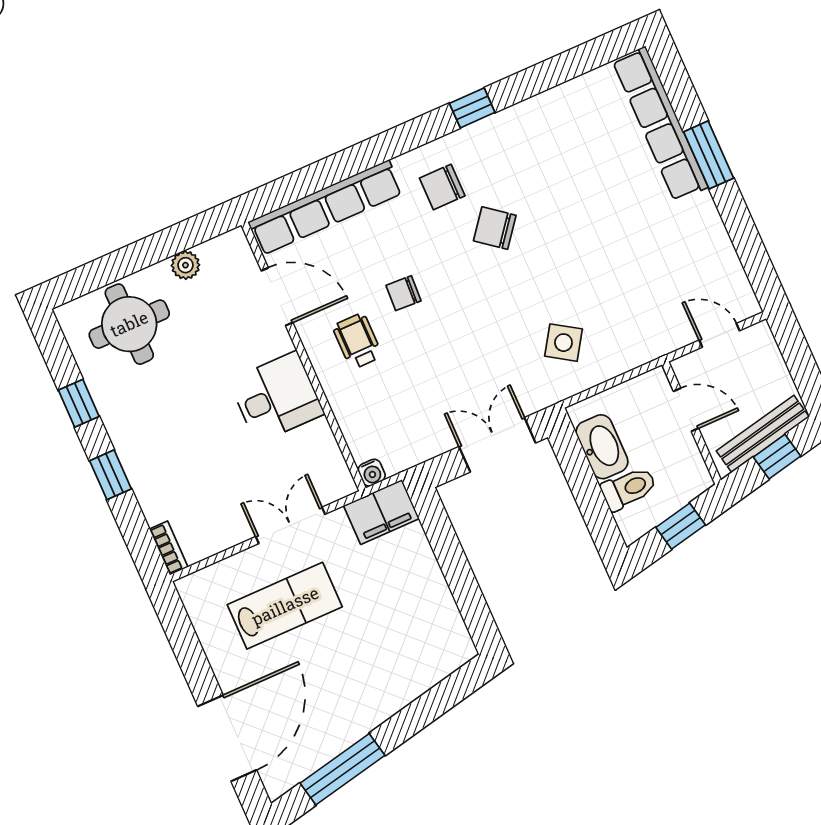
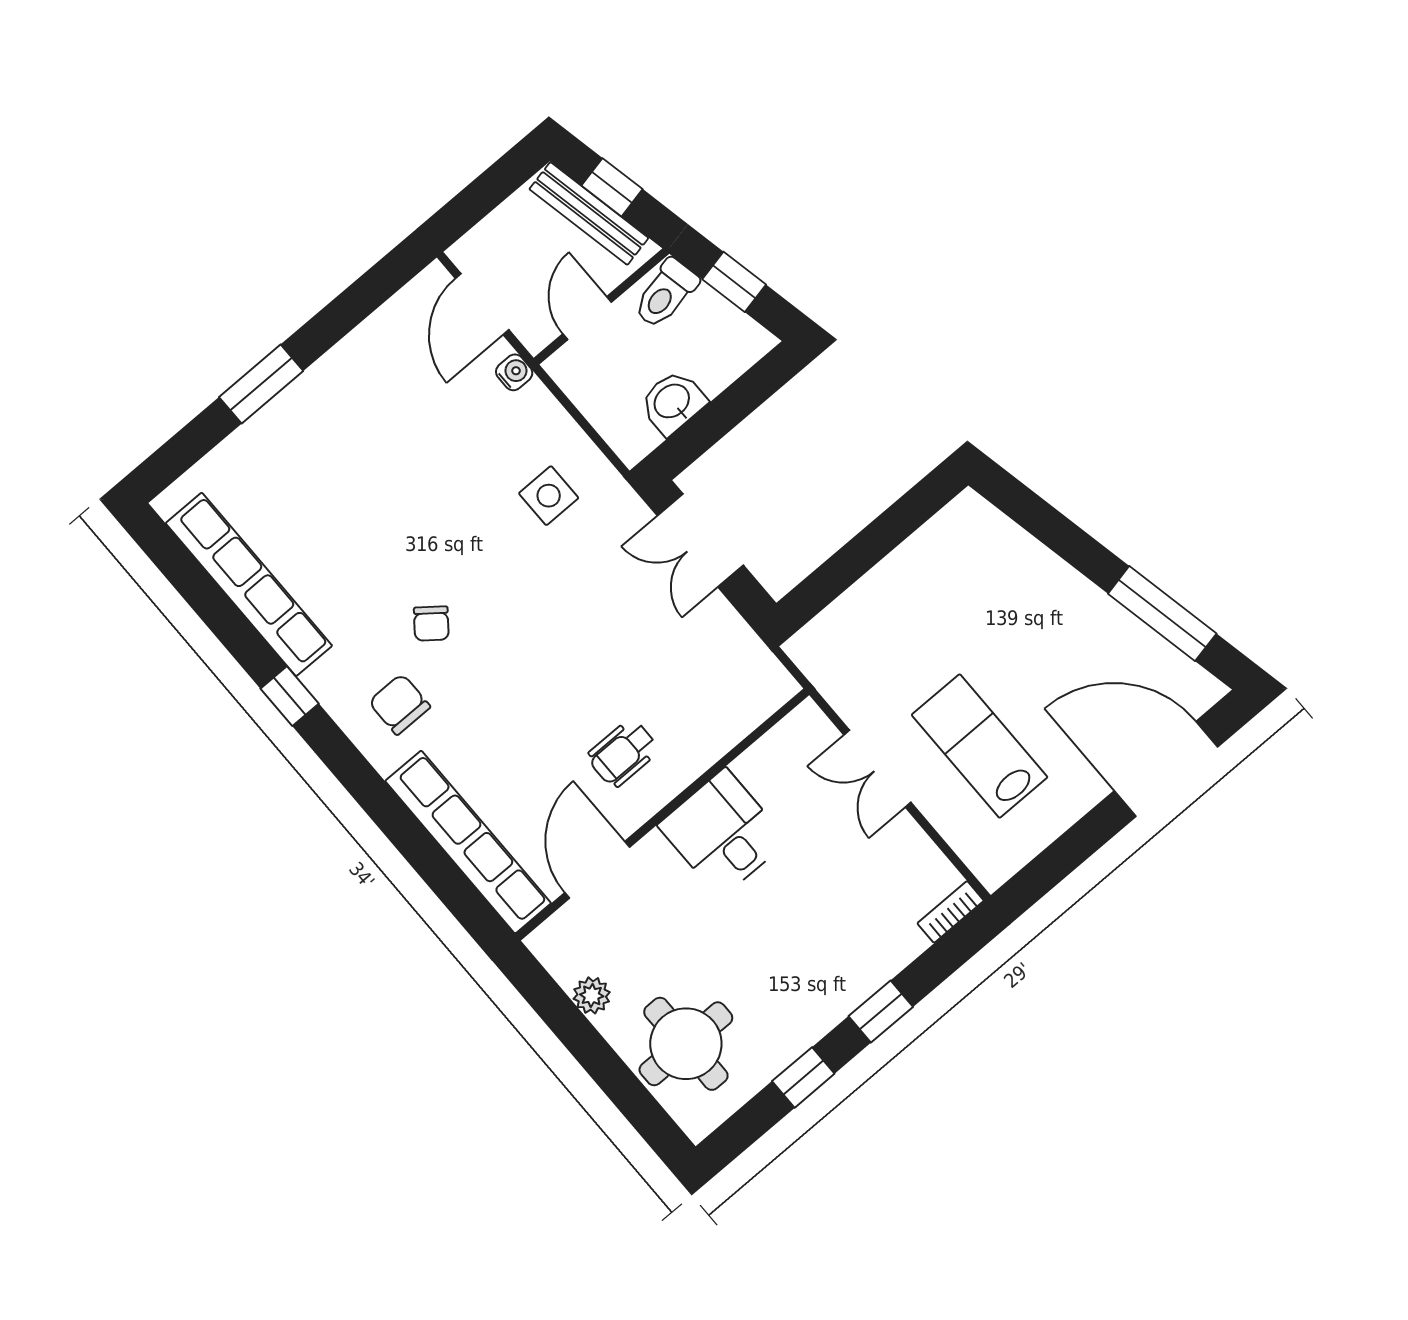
row of seats: (660, 124) -> (249, 584), moved, turned -90
chair: (442, 187) -> (399, 704), turned 180
chair: (495, 228) -> (431, 624), width x0.73, depth x0.73
chair: (403, 293) -> (546, 713), removed
door: (719, 335) -> (482, 304), width x1.38
side table: (564, 343) -> (549, 496), turned -33
washbasin: (602, 447) -> (673, 402), width x0.72
water cooler: (372, 473) -> (514, 372), moved
toilet: (629, 489) -> (666, 294), moved, turned -102
filing cabinet: (381, 512) -> (827, 660), removed

